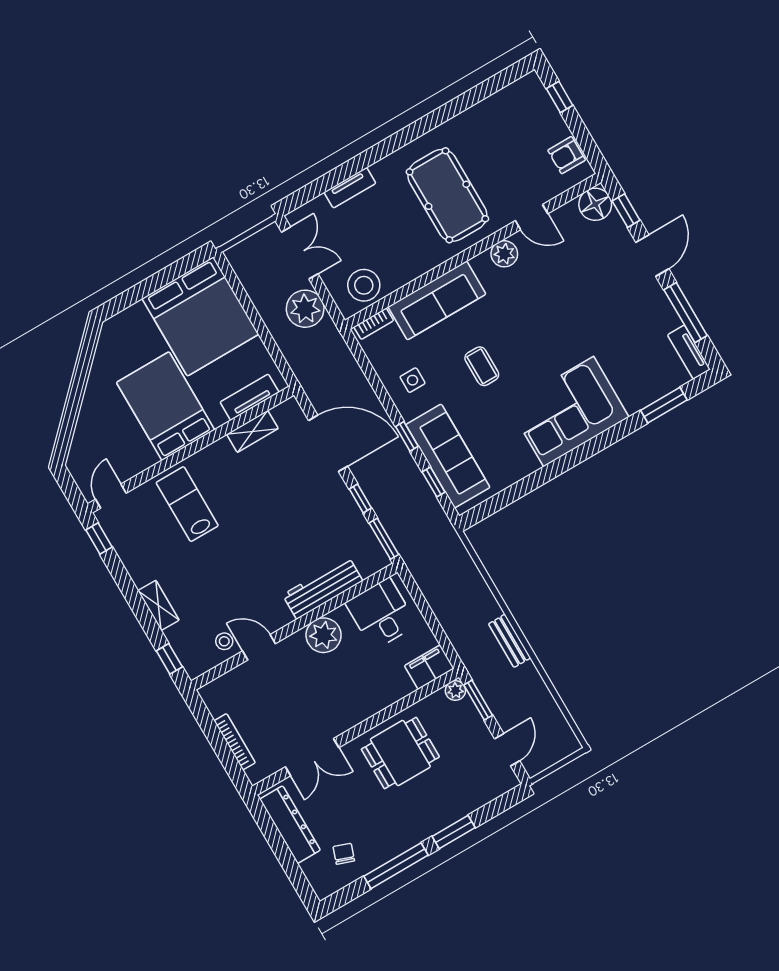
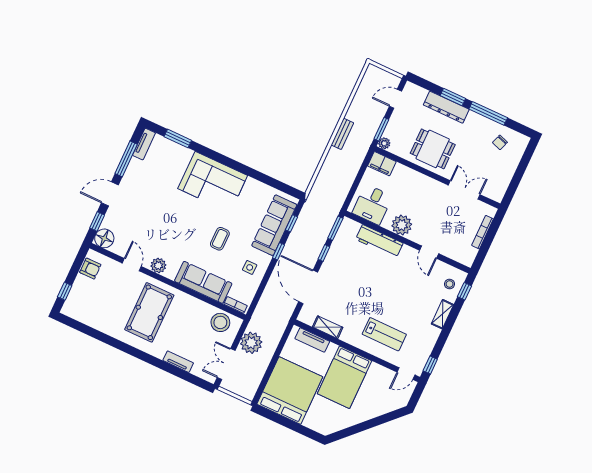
lab bench: (187, 504) -> (384, 334), turned -90
stool: (224, 641) -> (450, 284), moved
dresser: (290, 825) -> (446, 107), moved, turned -90

